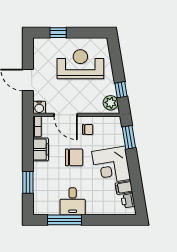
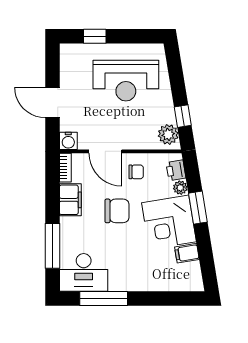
reception desk: (80, 64) -> (126, 81), turned 180
window: (129, 137) -> (198, 208), moved
plant: (119, 141) -> (180, 188), added
window: (28, 182) -> (52, 246), width x1.44
desk: (73, 201) -> (84, 272), moved, width x1.37
printer: (128, 201) -> (176, 170), moved

